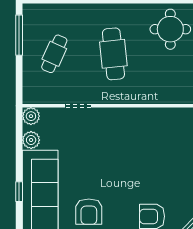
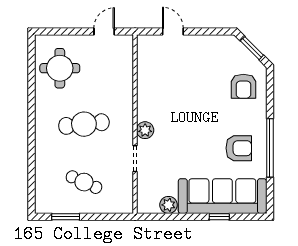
window: (19, 35) -> (66, 217), width x0.69
plant: (31, 116) -> (145, 130), moved

